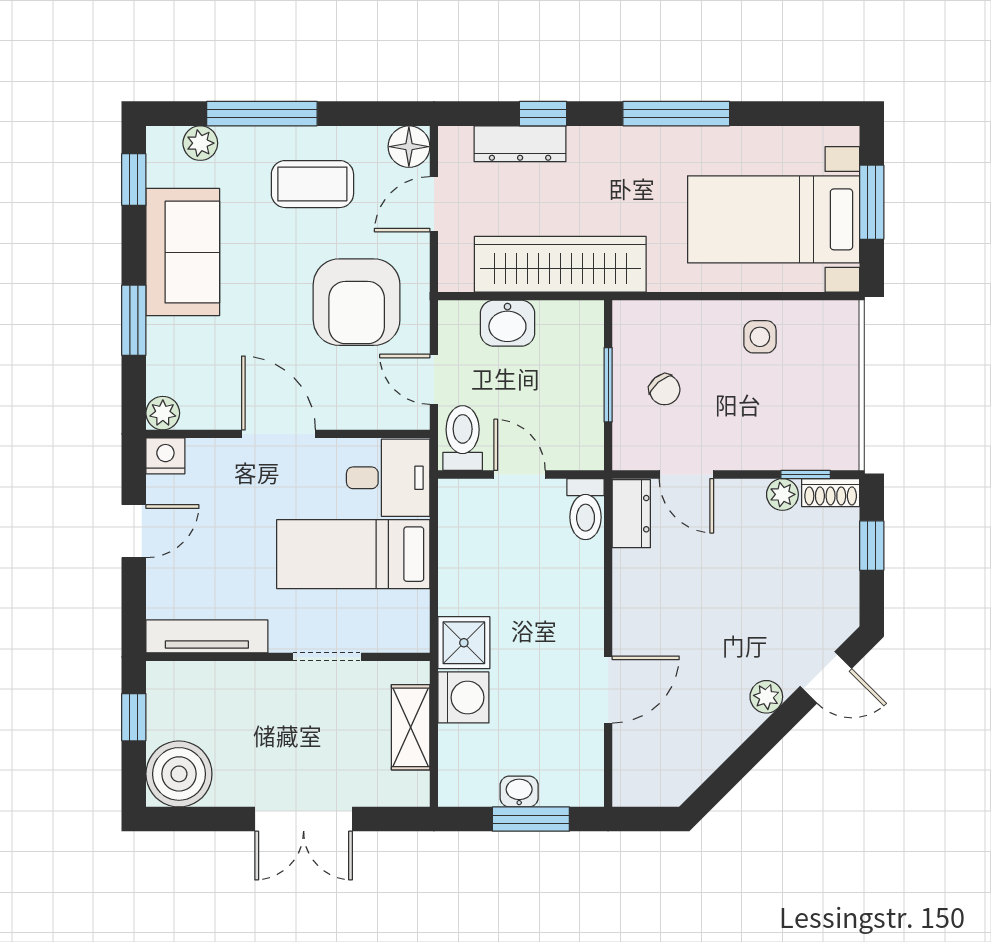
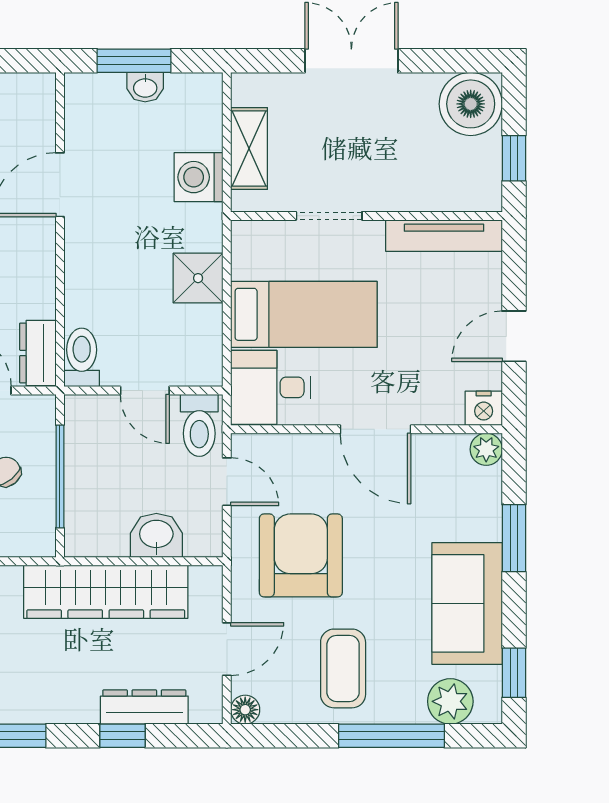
plant: (200, 143) -> (450, 701), width x1.38, depth x1.38
floor lamp: (409, 147) -> (245, 710), width x0.73, depth x0.73
coffee table: (312, 184) -> (343, 668), turned 90
window: (608, 385) -> (60, 476), width x1.44
shower: (464, 643) -> (198, 278), moved

